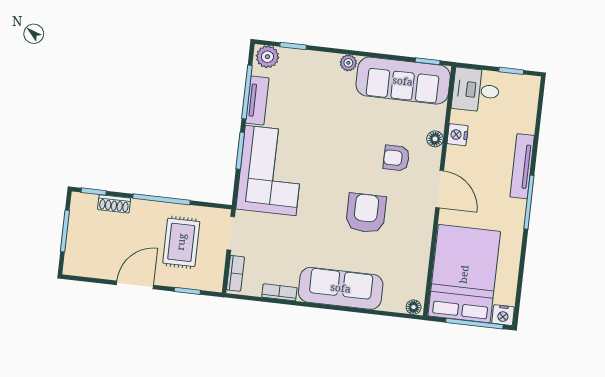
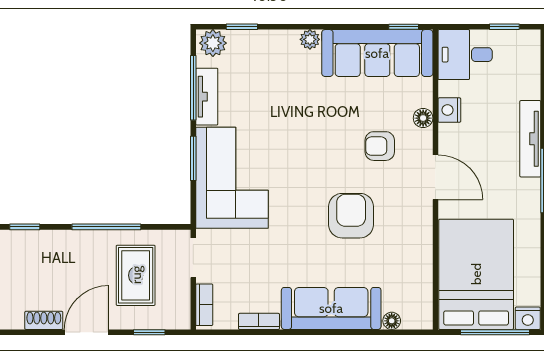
shoe rack: (114, 204) -> (44, 320), moved, turned 180
floor lamp: (414, 307) -> (392, 321), moved

